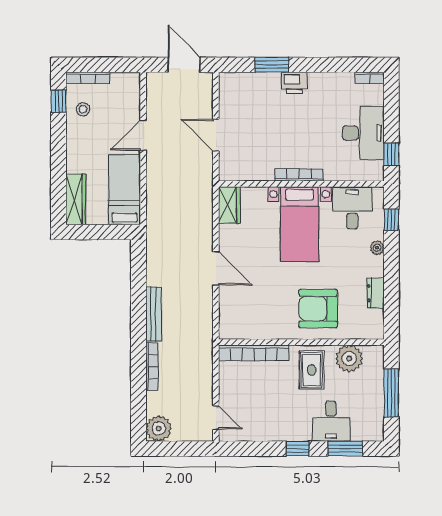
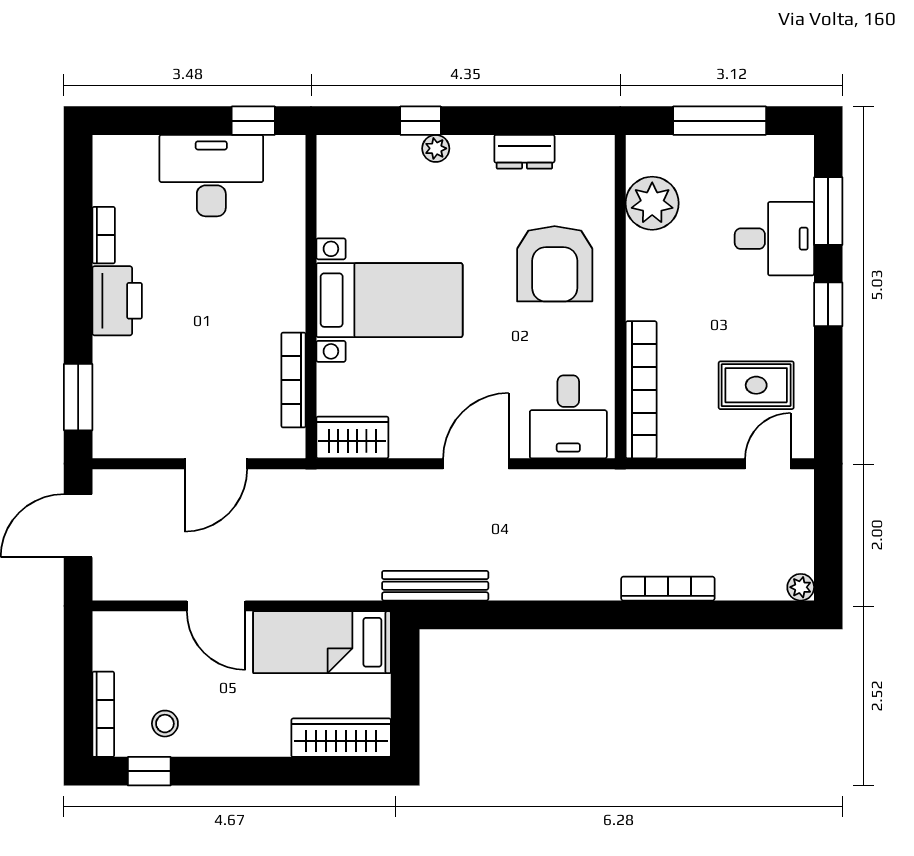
window: (272, 65) -> (78, 397), moved
bookcase: (370, 78) -> (104, 235), moved
printer: (294, 83) -> (117, 301), width x1.37, depth x1.19
bookcase: (299, 175) -> (293, 380), moved
desk: (352, 208) -> (568, 417), moved, turned -90
window: (391, 220) -> (421, 121), moved
bench: (153, 314) -> (435, 586), moved
rug: (312, 370) -> (756, 385), moved
plant: (159, 429) -> (801, 587), width x0.53, depth x0.53

